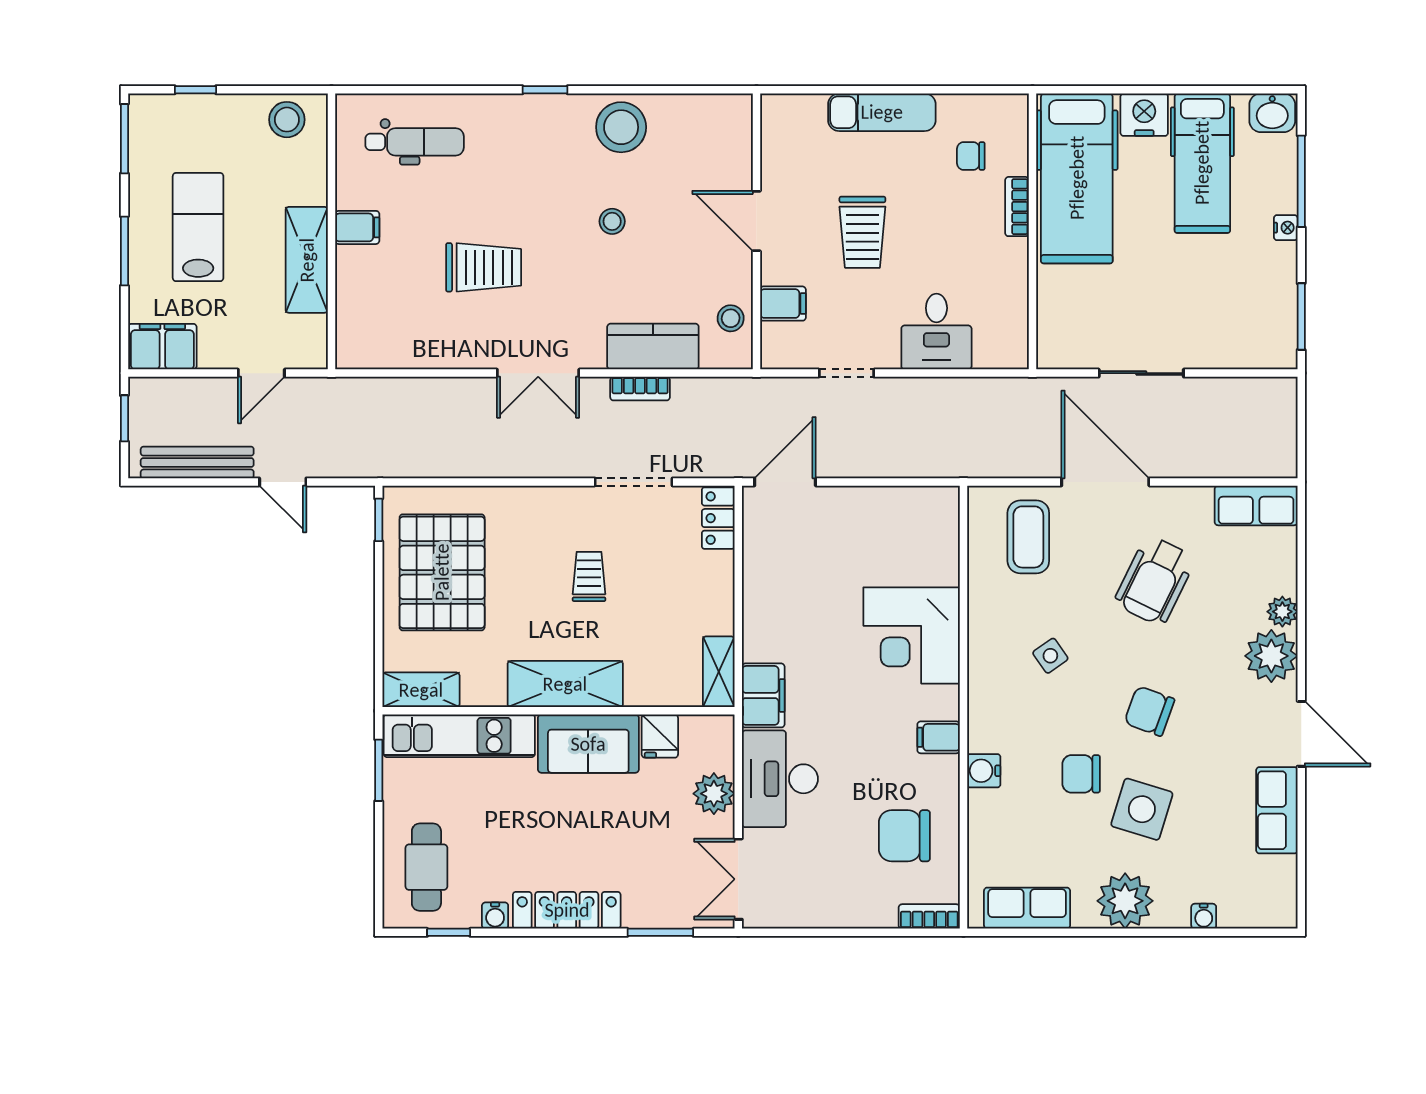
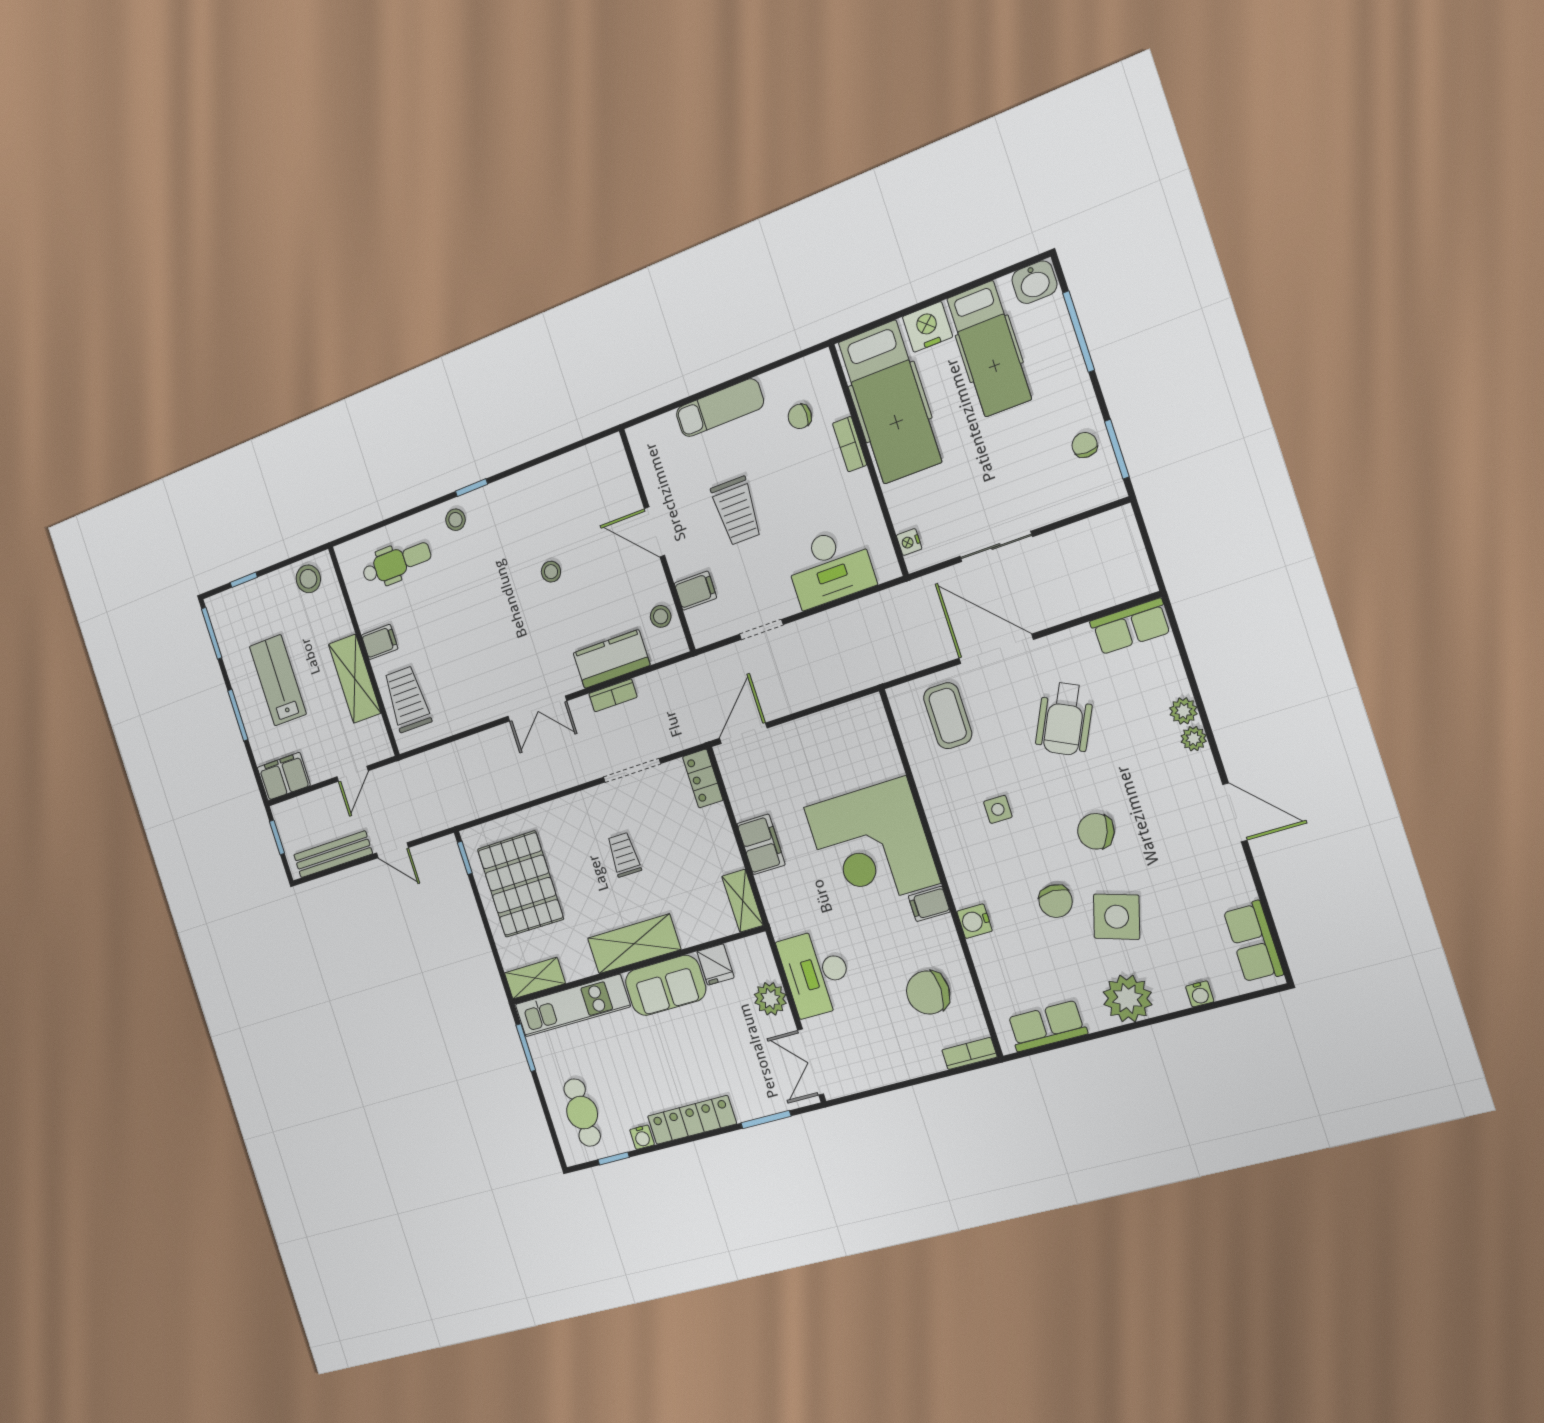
stool: (621, 127) -> (455, 520), moved, width x0.53, depth x0.53
nightstand: (1286, 228) -> (909, 542), moved, turned 180
trolley: (484, 267) -> (407, 699), moved, turned -90
chair: (1269, 300) -> (1085, 445), added
desk: (936, 331) -> (830, 567), width x1.37
corner desk: (912, 636) -> (872, 845), width x1.36, depth x1.36
side table: (1050, 656) -> (998, 809), turned 35
plant: (1271, 656) -> (1194, 739), width x0.53, depth x0.53
filing cabinet: (763, 695) -> (761, 844), moved
chair: (1081, 774) -> (1056, 901), turned -90
row of seats: (1277, 810) -> (1253, 942), moved

